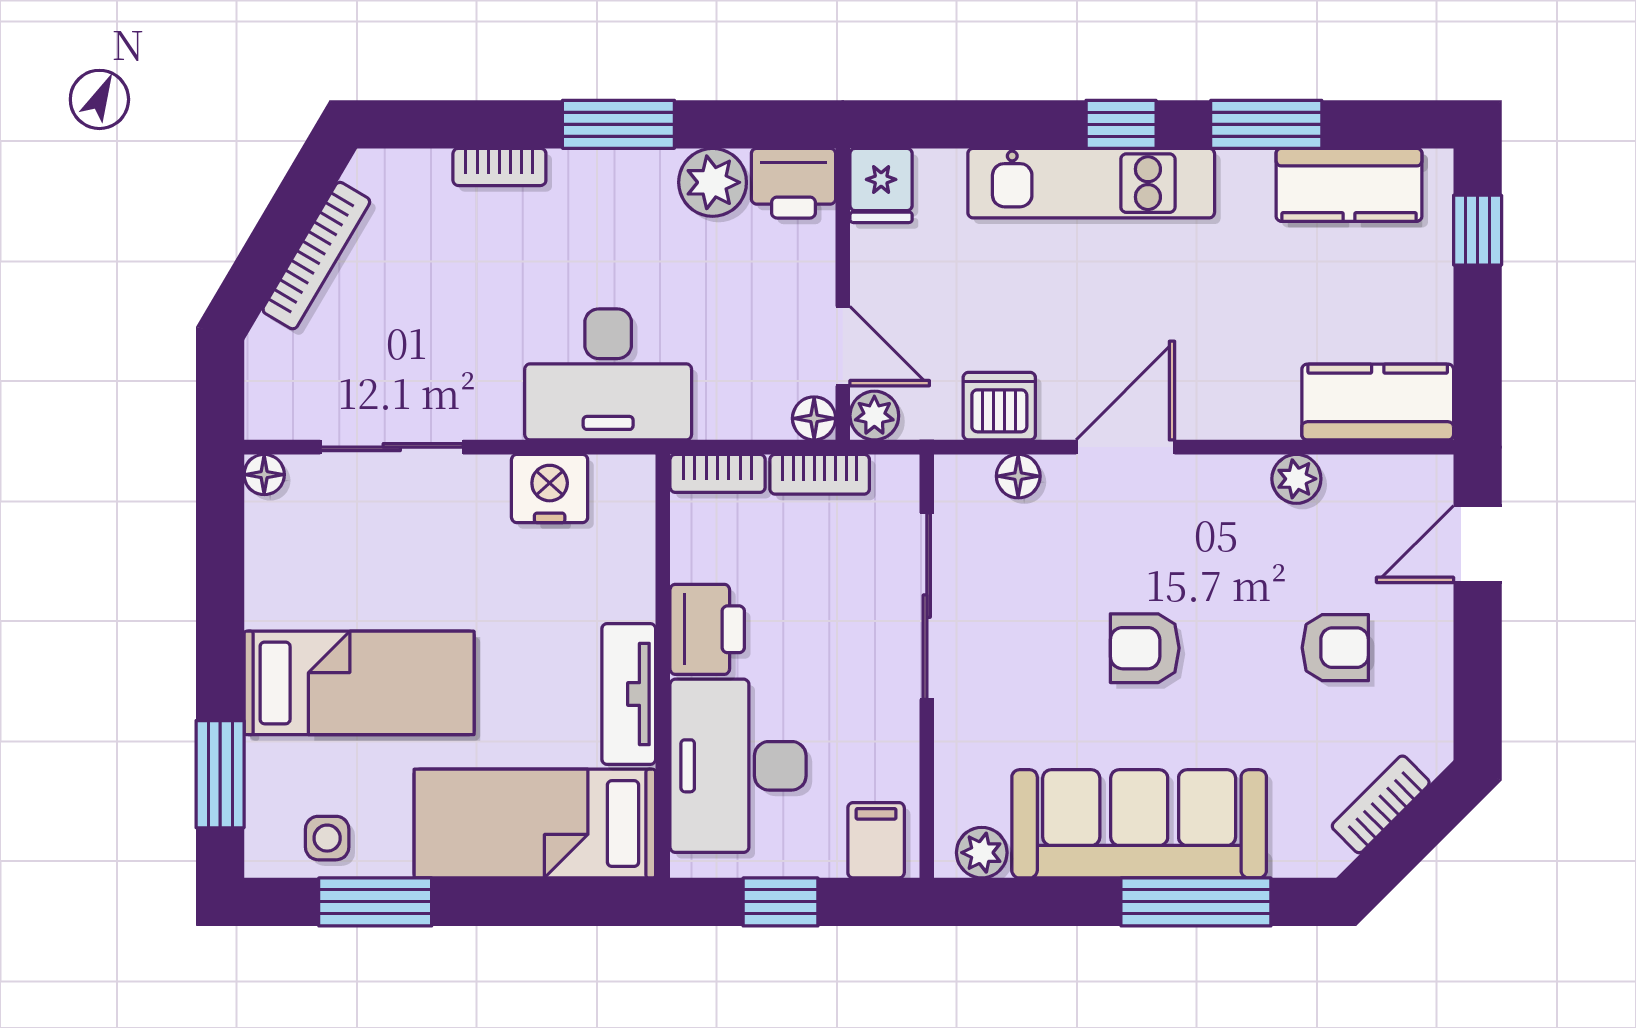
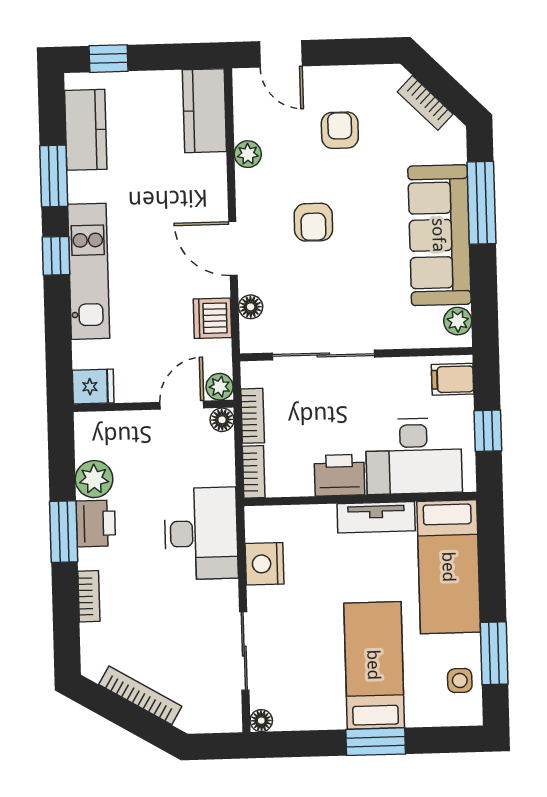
printer: (793, 183) -> (96, 523), moved
armchair: (1145, 648) -> (313, 222), moved
window: (220, 774) -> (376, 742), moved

